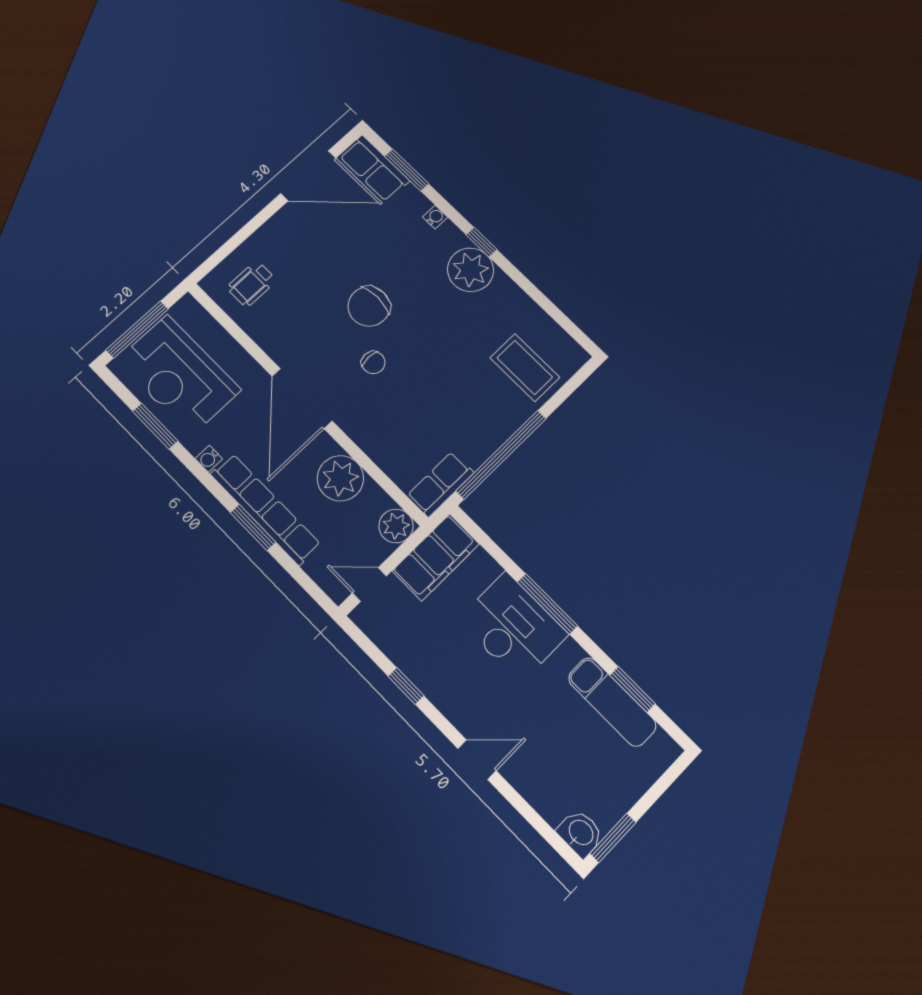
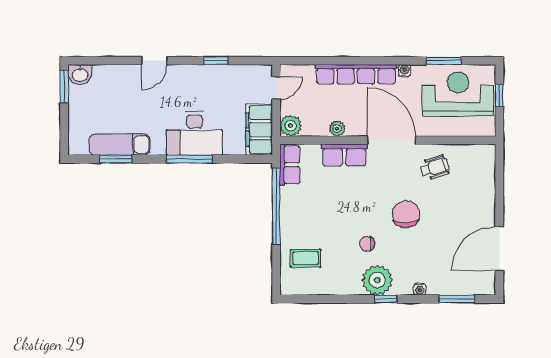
row of seats: (374, 168) -> (344, 155), moved, turned 180
wheelchair: (252, 284) -> (435, 167), moved, turned 72
window: (137, 329) -> (499, 95), width x0.46
chair: (373, 362) -> (367, 244), moved
coffee table: (525, 368) -> (306, 258), width x0.73, depth x0.77
plant: (340, 478) -> (337, 129), width x0.53, depth x0.53
window: (253, 527) -> (353, 61), removed

